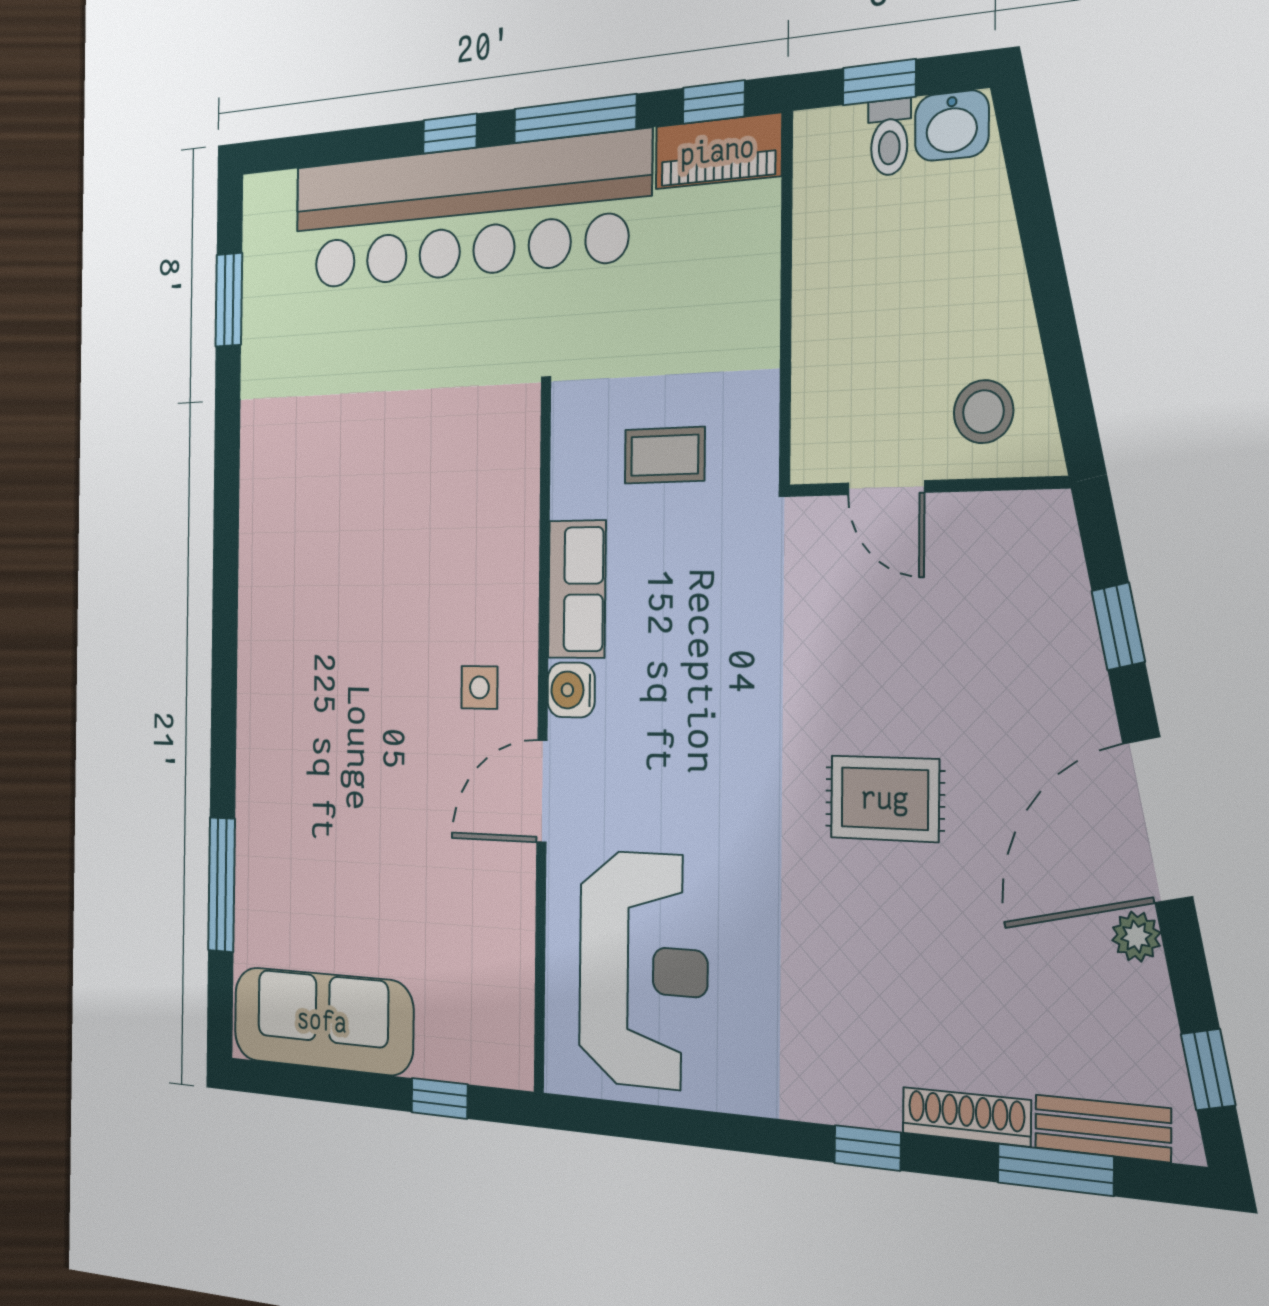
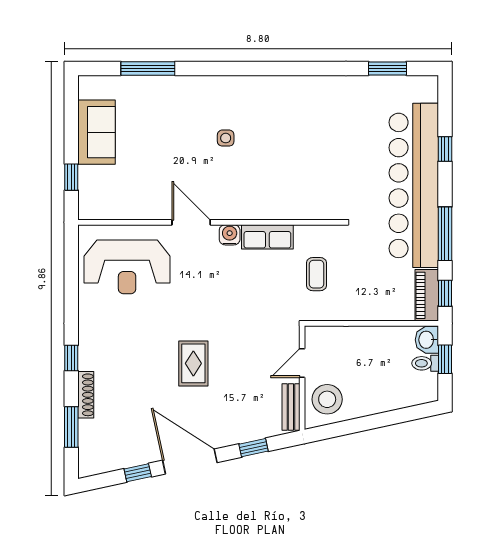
washbasin: (952, 126) -> (427, 340), moved
window: (450, 134) -> (445, 149), moved
stool: (983, 412) -> (327, 399), width x1.38, depth x1.38
side table: (479, 687) -> (226, 138), moved
plant: (1136, 937) -> (151, 454), removed
sofa: (322, 1021) -> (97, 132), width x0.73
window: (1208, 1069) -> (138, 473), moved
bench: (1103, 1128) -> (291, 407), moved

